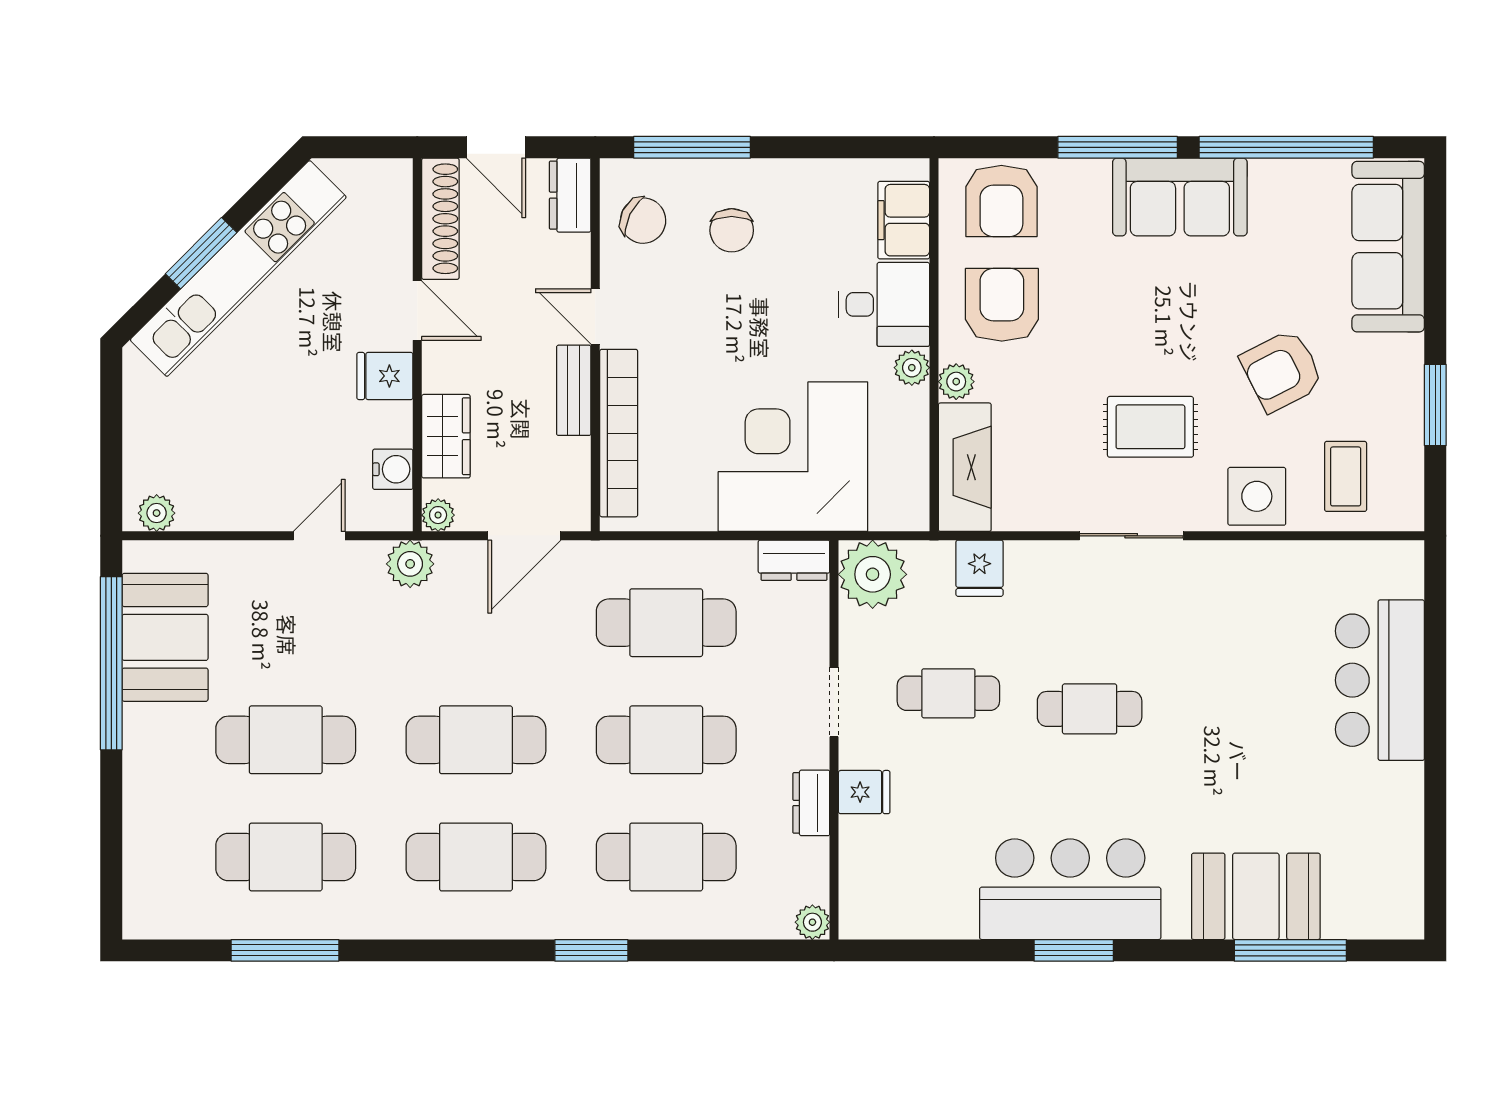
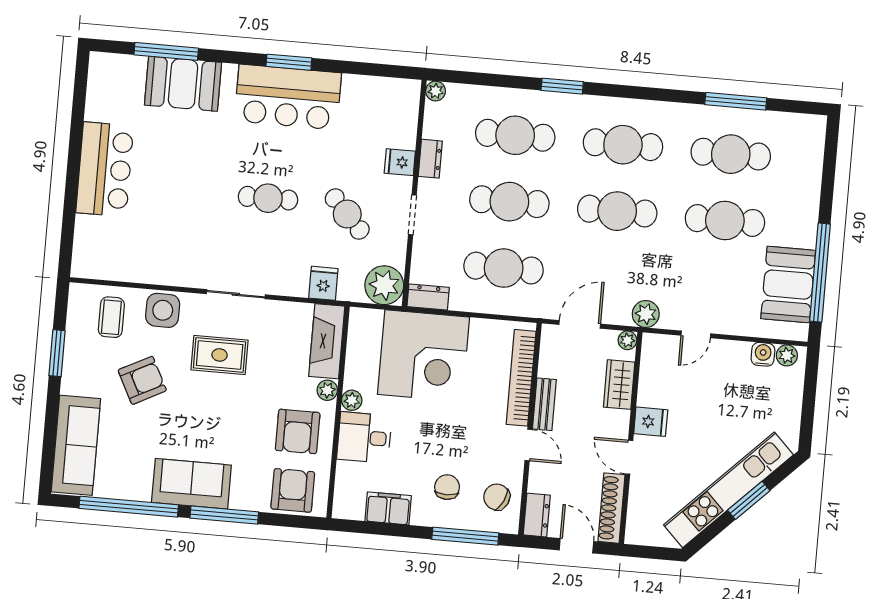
filing cabinet: (904, 220) -> (388, 508), moved, turned -90
water cooler: (393, 469) -> (763, 354), moved, turned 90
bar counter: (1380, 680) -> (105, 169), moved
cafe table: (948, 693) -> (347, 214), turned 47

